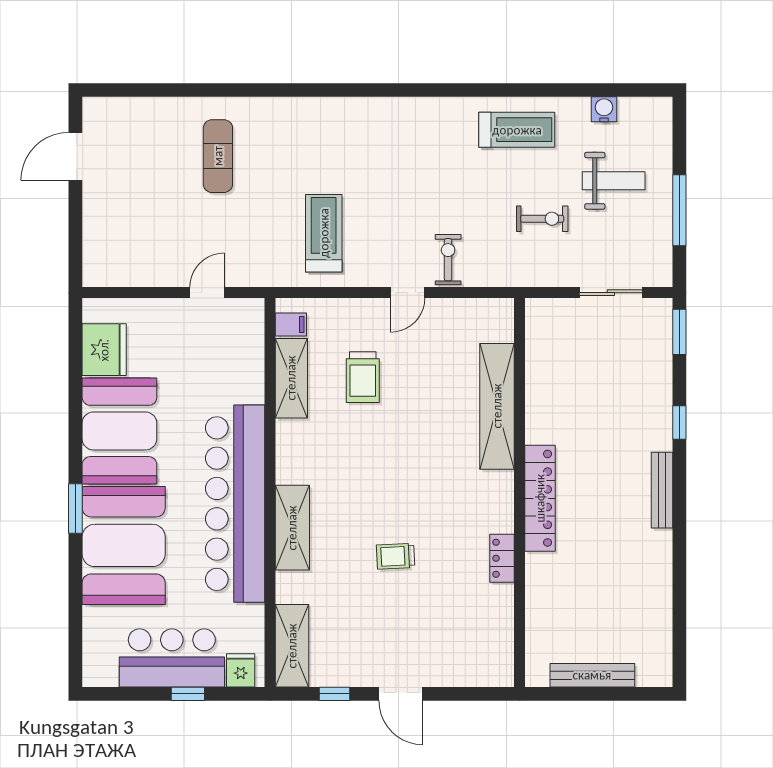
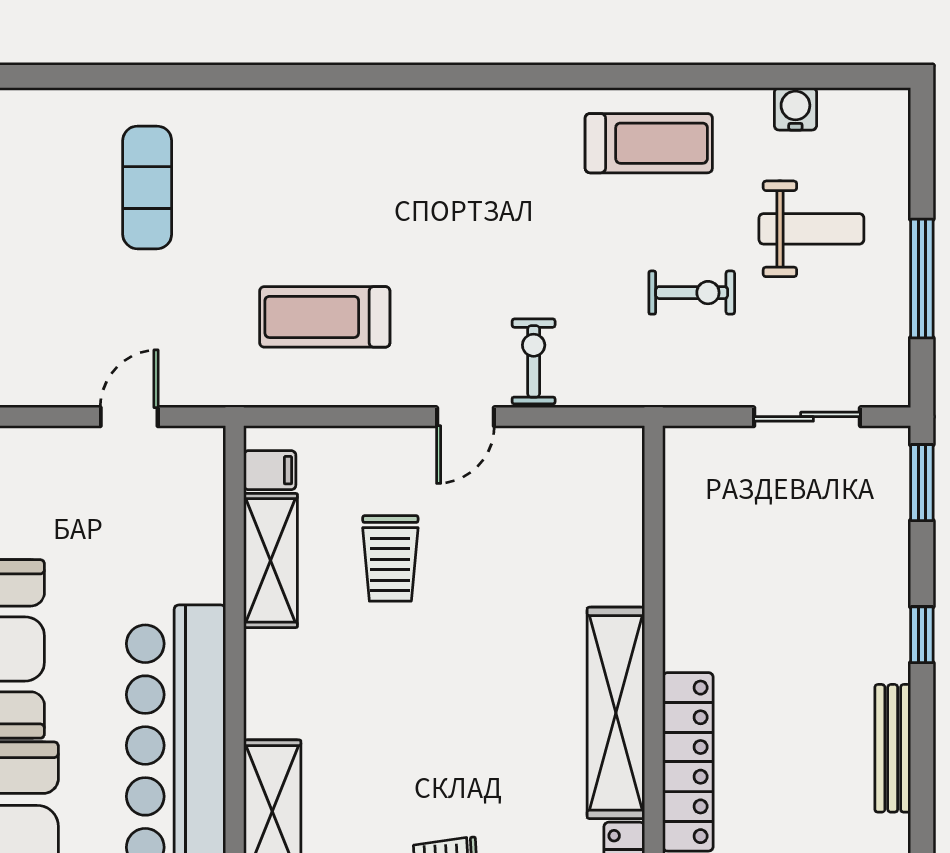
treadmill: (324, 233) -> (325, 317), turned -90
shelving: (497, 406) -> (616, 713), moved

